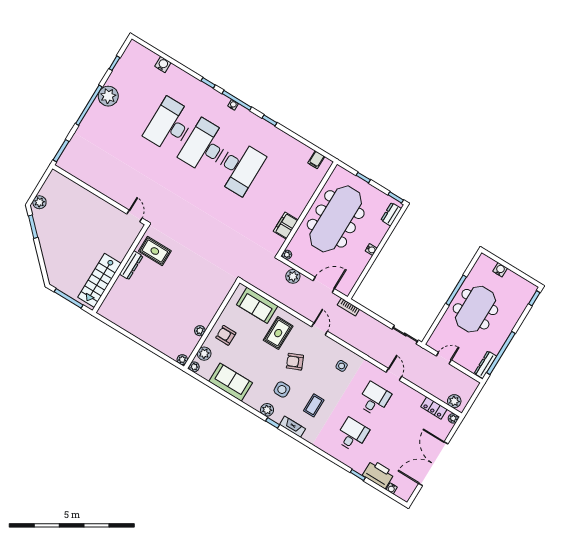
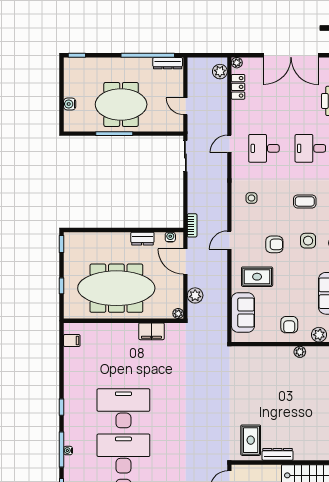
desk: (205, 146) -> (123, 454), turned 180
dresser: (391, 214) -> (142, 239), moved
water cooler: (371, 250) -> (170, 237), moved
armchair: (295, 362) -> (274, 244), turned -67

